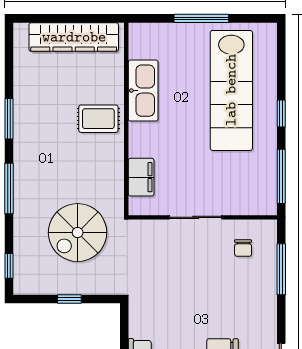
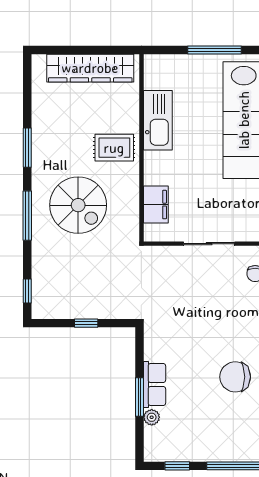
spiral stairs: (78, 233) -> (78, 205), moved, turned -90

